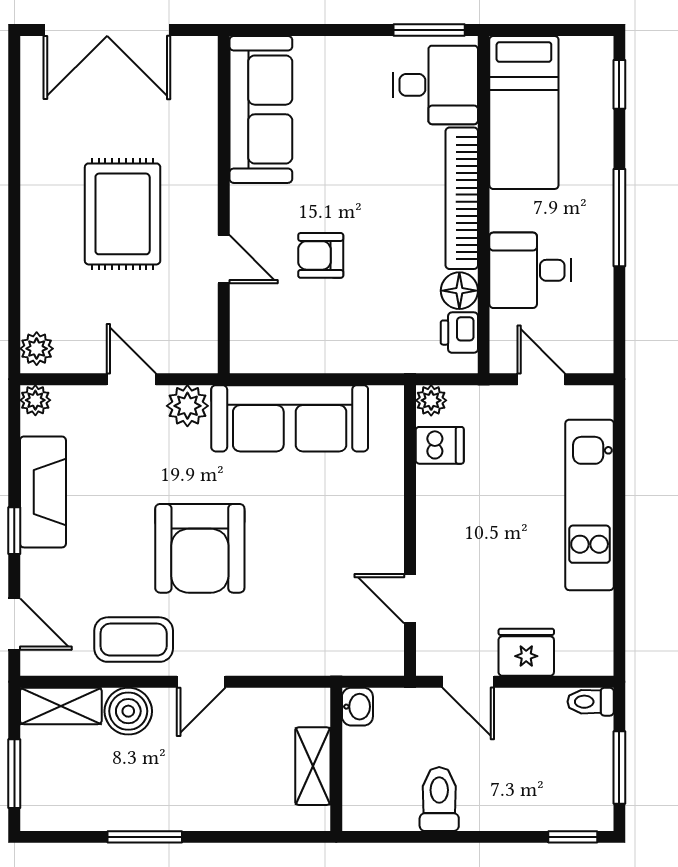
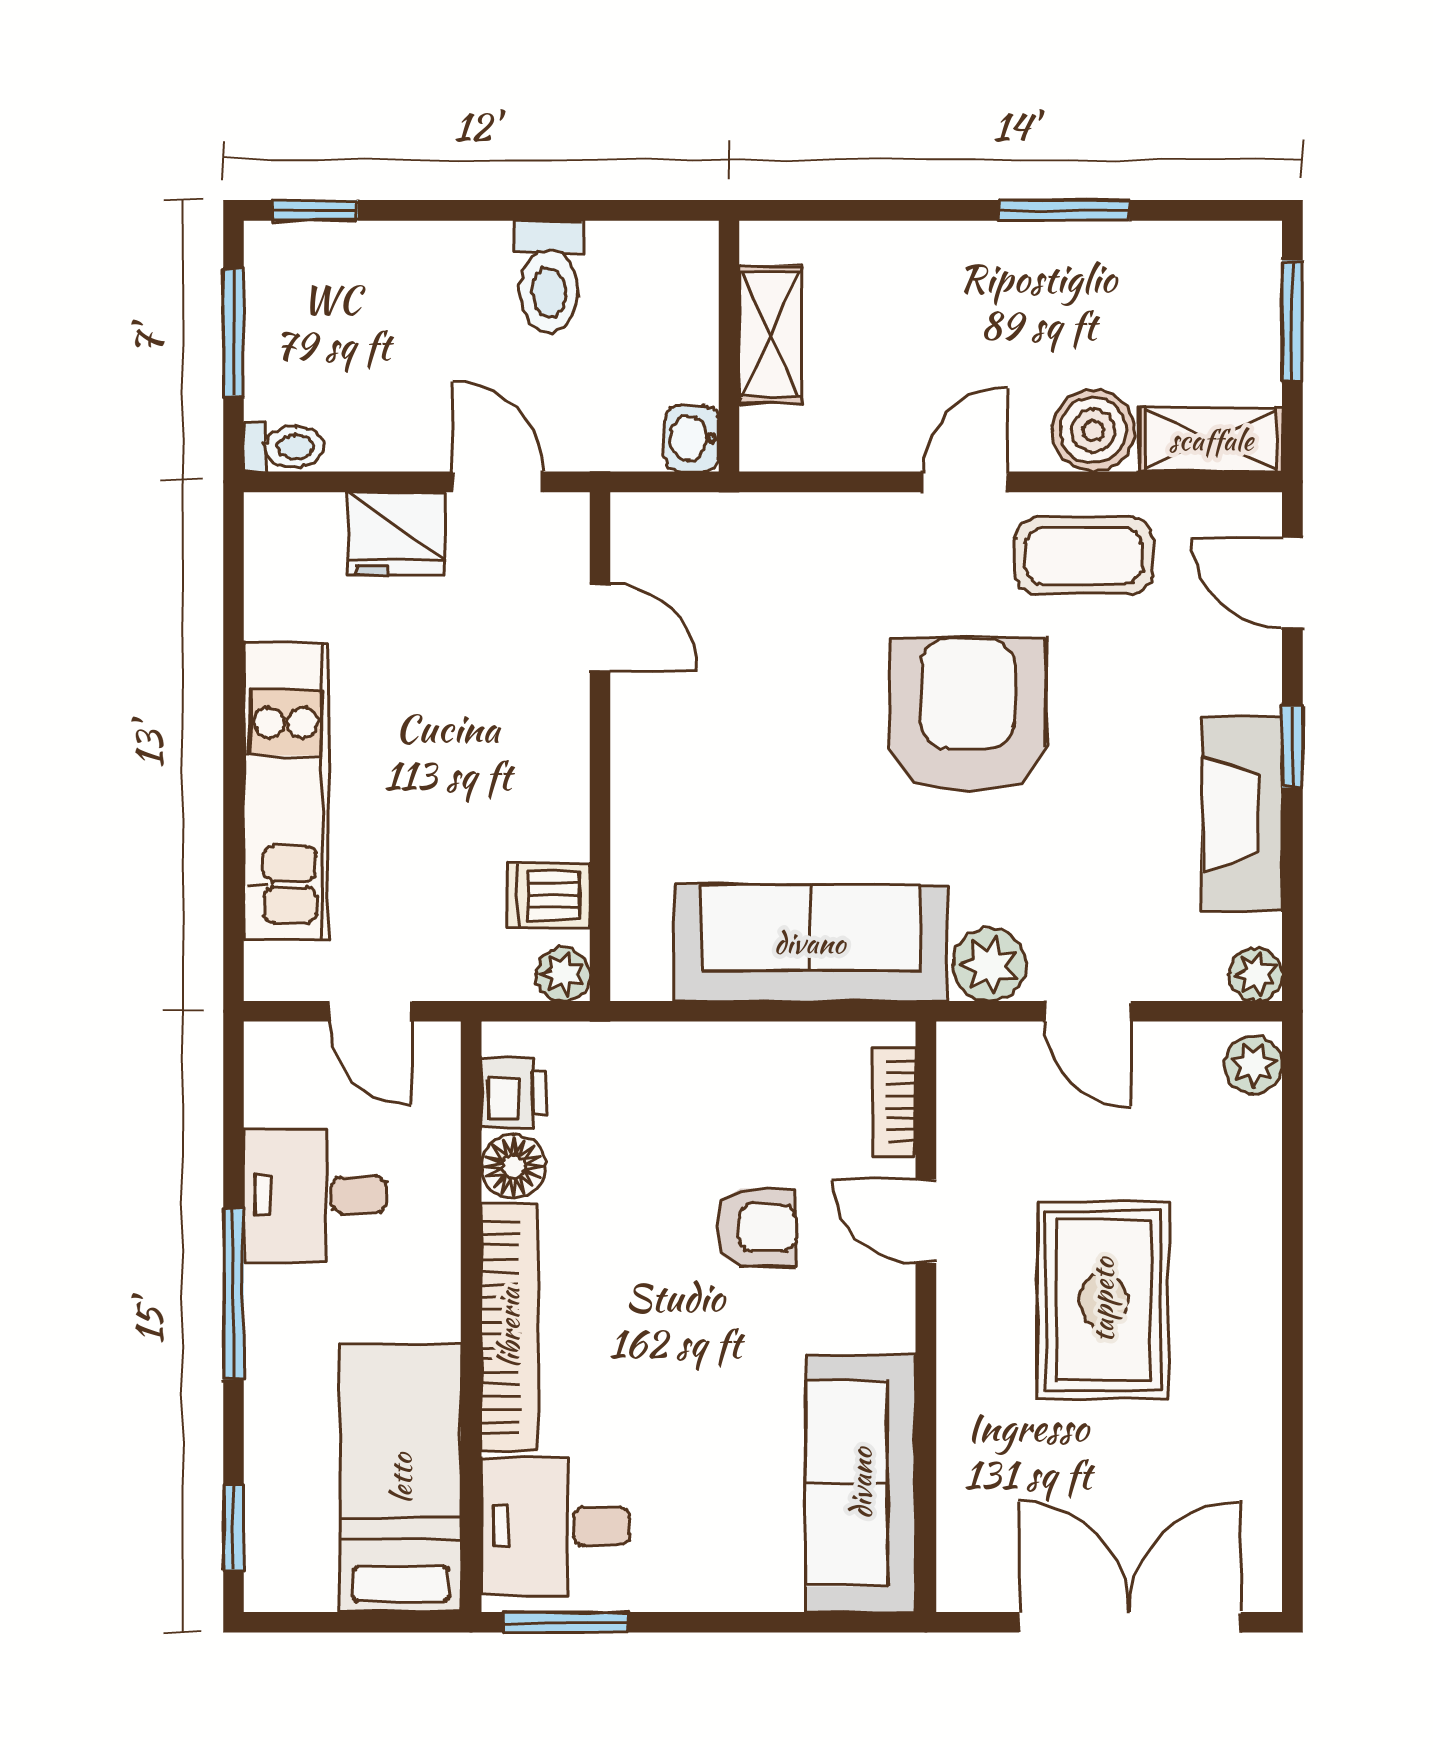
desk: (530, 270) -> (315, 1195), moved, turned 180
bookcase: (242, 327) -> (894, 1102), added

